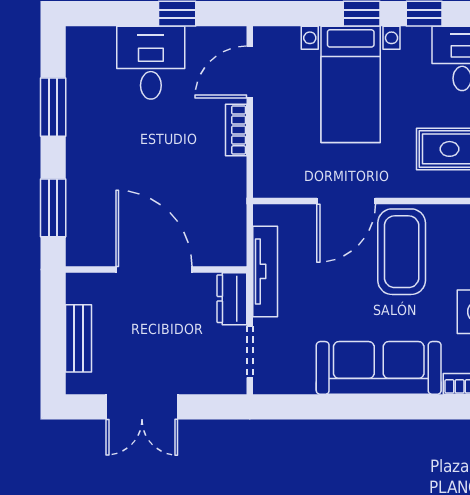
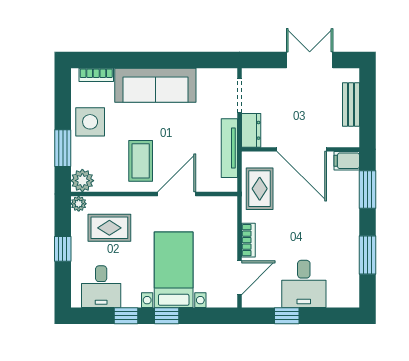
rug: (219, 209) -> (260, 189), added
filing cabinet: (85, 252) -> (347, 161), added
coffee table: (402, 252) -> (141, 161), width x0.73, depth x0.76

